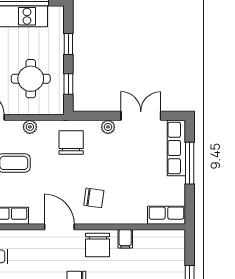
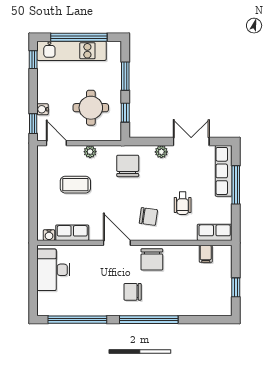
window: (68, 44) -> (125, 76), width x1.50
wheelchair: (131, 183) -> (183, 203), added
filing cabinet: (125, 239) -> (206, 254), moved

